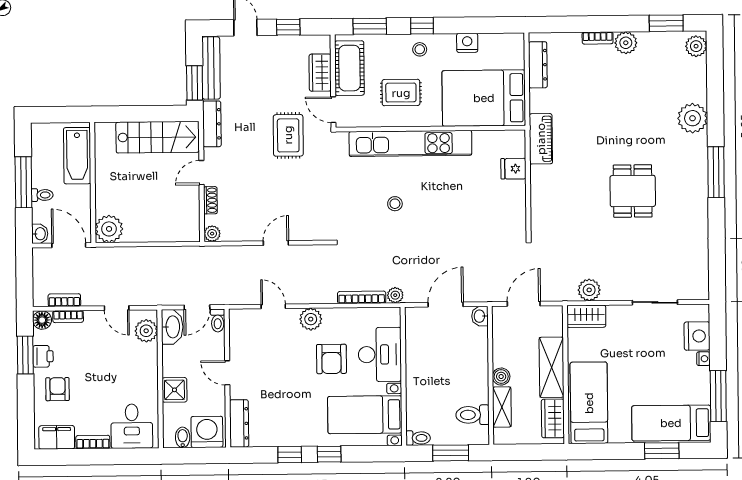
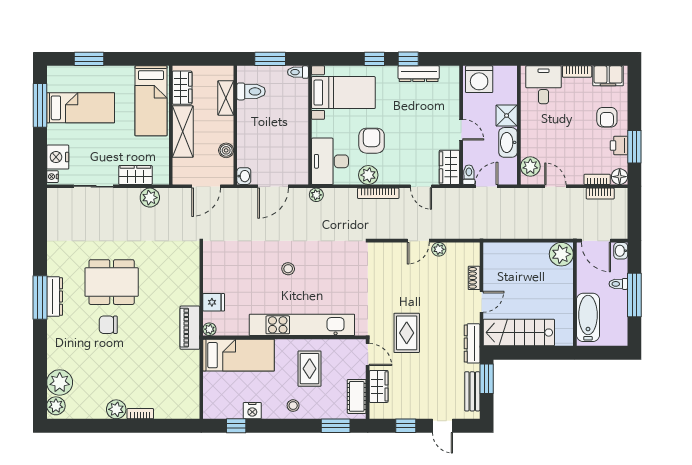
window: (666, 23) -> (81, 426), removed
window: (422, 26) -> (236, 426), moved
dresser: (538, 65) -> (55, 296), moved, turned 180
bench: (211, 68) -> (472, 391), width x0.73
cot: (349, 68) -> (357, 396), width x0.73, depth x0.75
rug: (401, 93) -> (310, 369), turned 90
bed: (484, 98) -> (239, 355), width x0.67
plant: (692, 118) -> (60, 382), moved
plant: (518, 137) -> (209, 329), added
chair: (636, 141) -> (108, 325), added
dining table: (633, 191) -> (112, 282), width x1.38
stool: (395, 204) -> (288, 269), moved
plant: (212, 234) -> (439, 249), moved
bookcase: (362, 297) -> (378, 193), moved
wardrobe: (586, 316) -> (135, 175), moved
plant: (311, 319) -> (368, 175), moved
washbasin: (172, 327) -> (508, 142), moved
wardrobe: (240, 329) -> (449, 167), added
desk: (380, 355) -> (330, 161), moved
nightstand: (703, 359) -> (52, 177), moved
boiler: (501, 377) -> (226, 150), moved
dresser: (239, 423) -> (419, 74), moved, turned -90
bed: (671, 423) -> (81, 108), moved
bidet: (183, 437) -> (500, 75), removed

